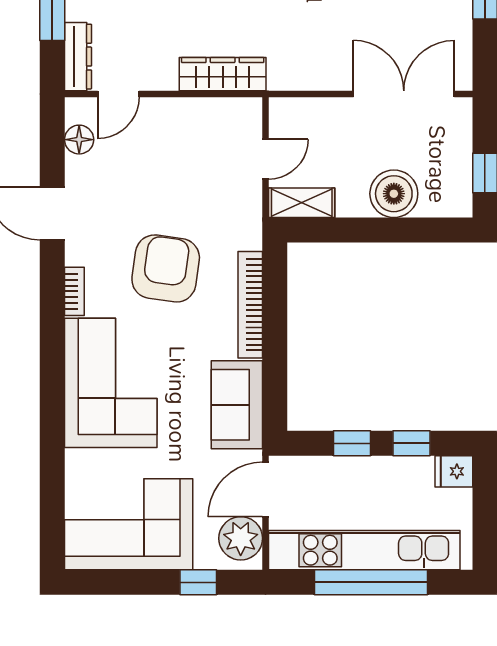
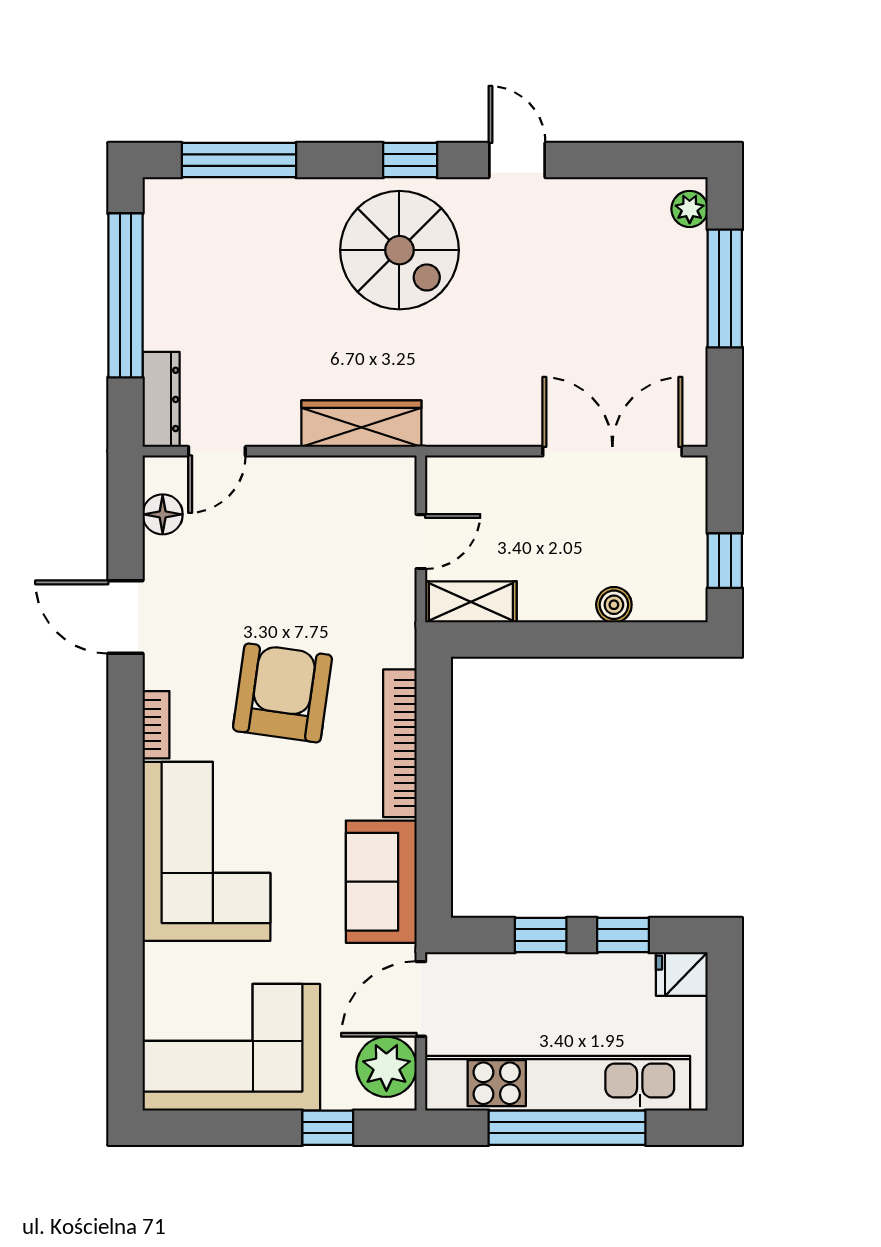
boiler: (394, 194) -> (614, 605), width x0.54, depth x0.54

